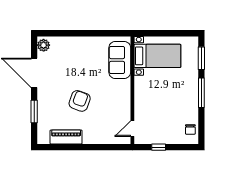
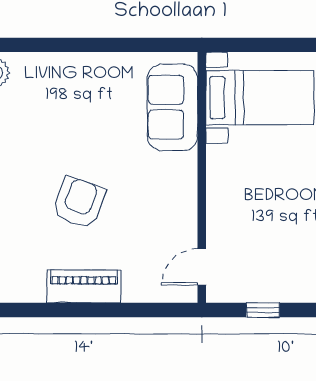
piano: (66, 137) -> (84, 287), moved

